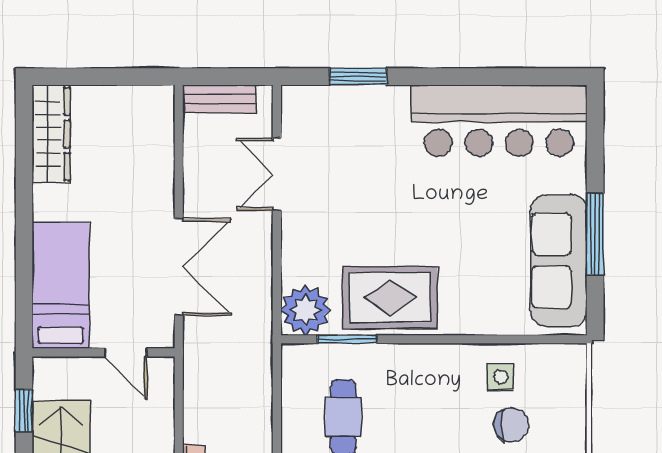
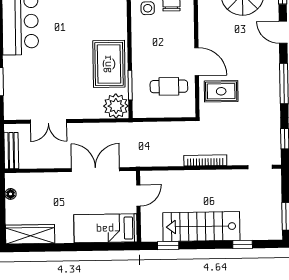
floor lamp: (132, 96) -> (11, 194), added

